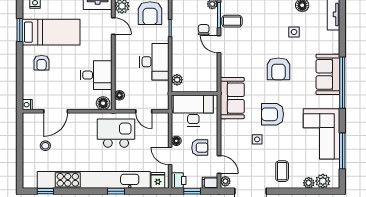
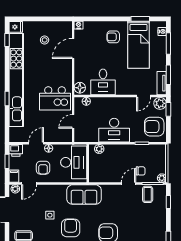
door: (56, 111) -> (73, 48), hinge flipped
kitchen island: (116, 133) -> (55, 98), turned 90
fridge: (158, 180) -> (16, 27), moved

